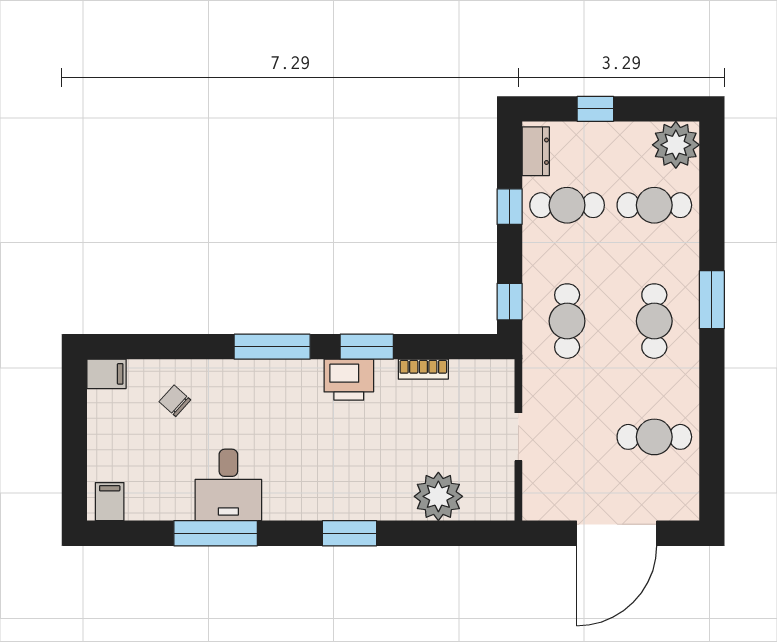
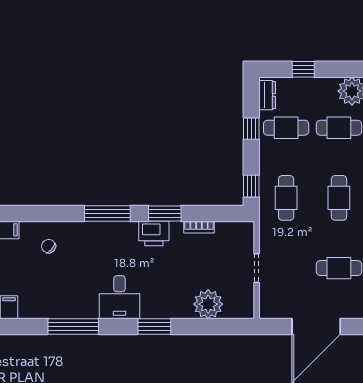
desk: (228, 485) -> (119, 297), moved

